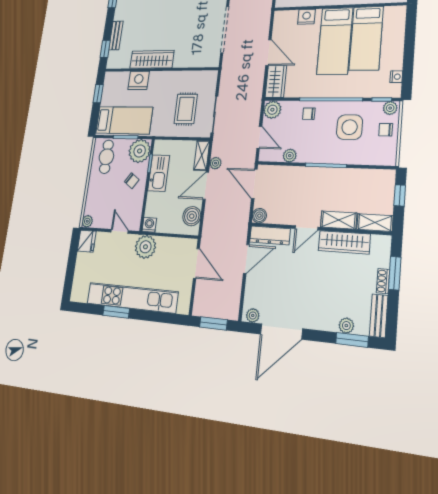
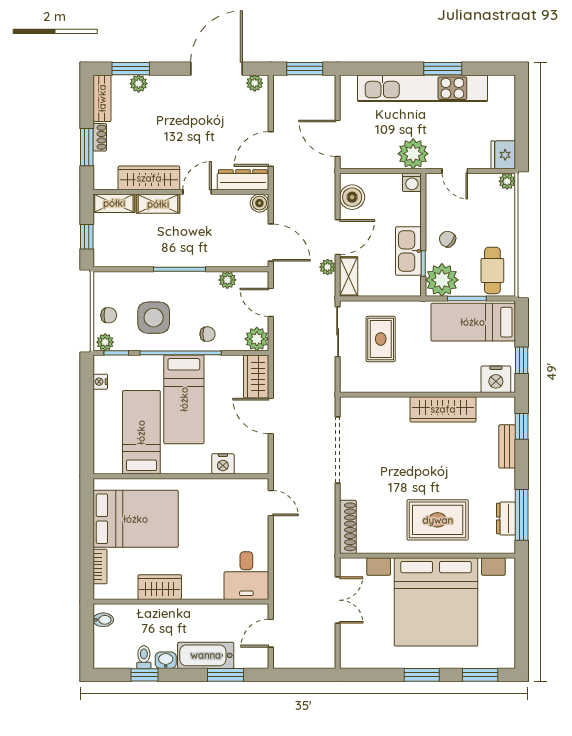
bed: (335, 41) -> (184, 399), moved, turned 180
nightstand: (139, 80) -> (496, 379), moved

